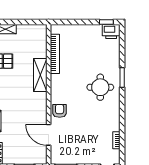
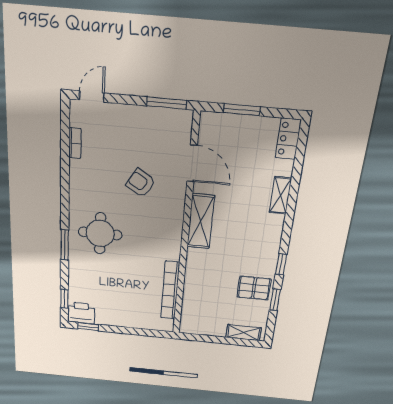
window: (122, 41) -> (64, 299), added
shelving: (40, 75) -> (201, 221), moved
armchair: (60, 111) -> (141, 183), moved, turned 121

